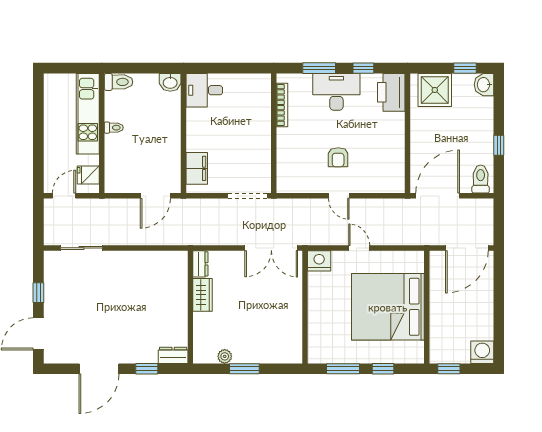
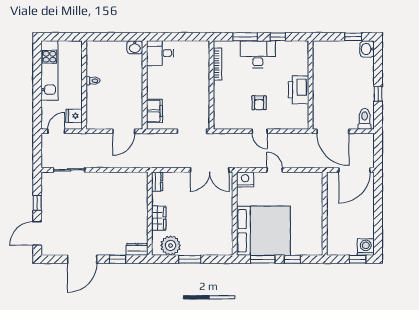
toilet: (118, 82) -> (97, 47), removed
shower: (435, 90) -> (331, 53), removed
printer: (391, 92) -> (298, 90), moved
kitchen unit: (88, 114) -> (49, 70), moved, turned 180
door: (438, 196) -> (333, 131), swing flipped
wardrobe: (203, 295) -> (159, 218), moved
bed: (388, 307) -> (263, 231), moved, turned 180
plant: (225, 356) -> (170, 245), width x1.88, depth x1.88
window: (449, 369) -> (358, 259), moved

